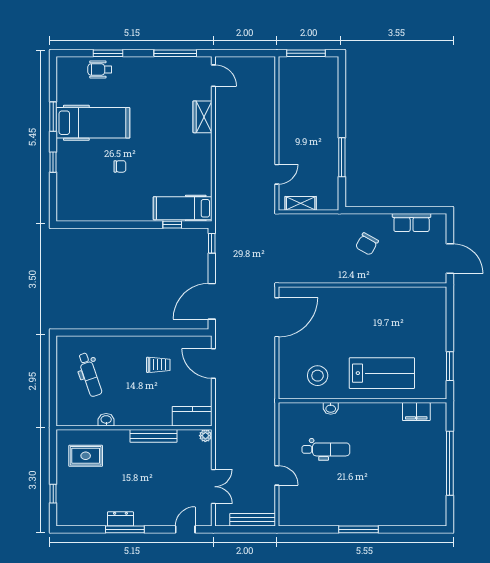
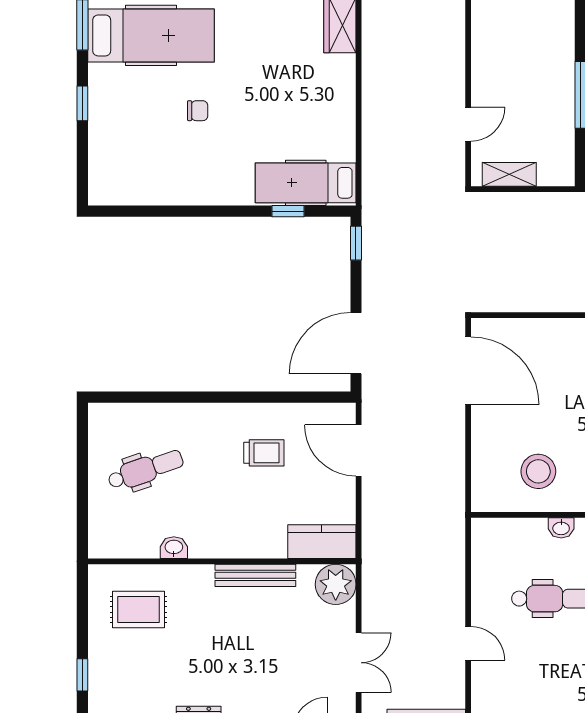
door: (277, 317) -> (468, 371), hinge flipped
dental chair: (90, 375) -> (146, 470), turned -90
plant: (205, 436) -> (336, 584), width x1.87, depth x1.87

